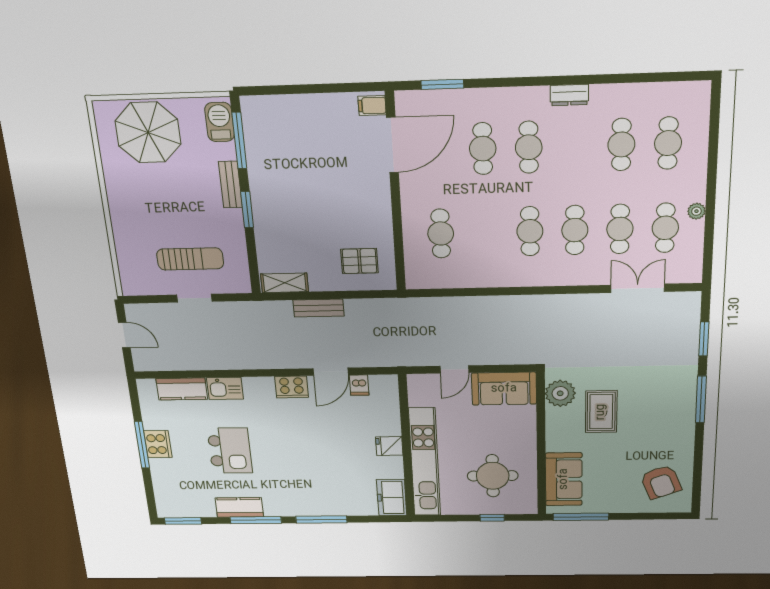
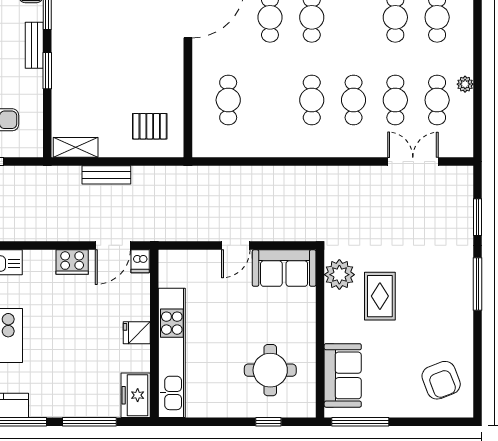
fridge: (389, 446) -> (137, 333), moved
wall: (406, 447) -> (154, 334), moved
kitchen unit: (425, 462) -> (172, 353), moved
freezer: (392, 497) -> (136, 395), moved

